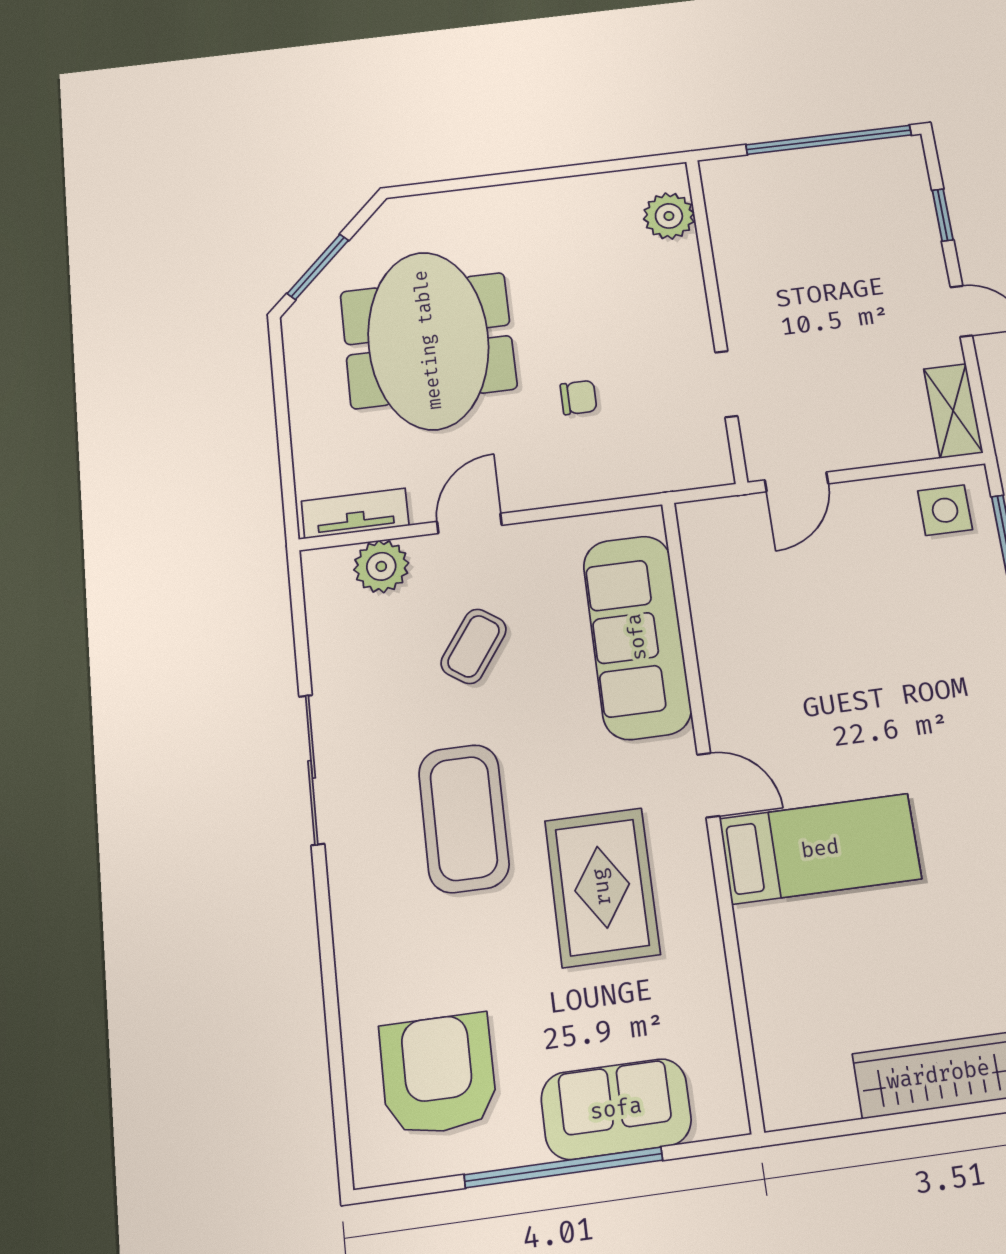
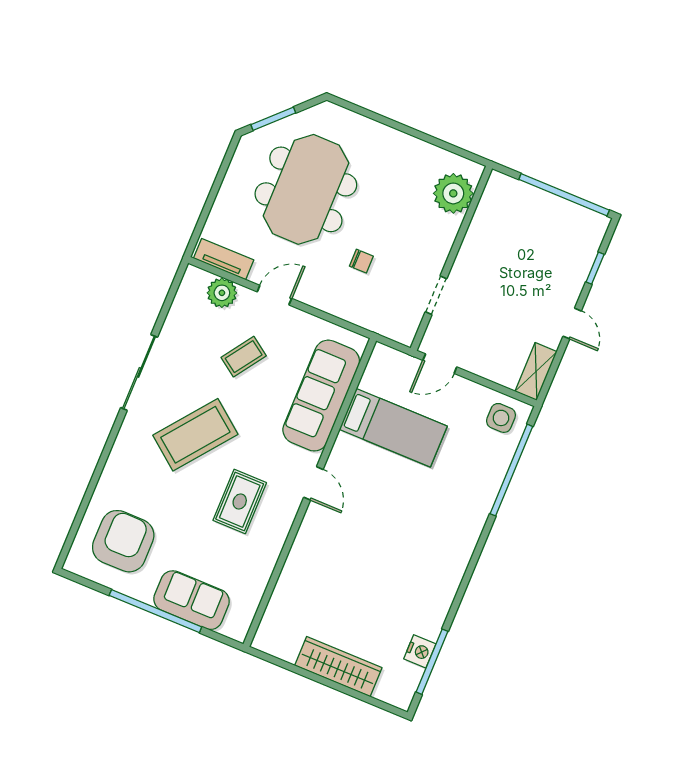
plant: (669, 216) -> (453, 193), width x1.36, depth x1.36
coffee table: (464, 818) -> (195, 435), turned 38
bed: (820, 849) -> (393, 428), moved
rug: (602, 887) -> (240, 502), width x0.73, depth x0.70

